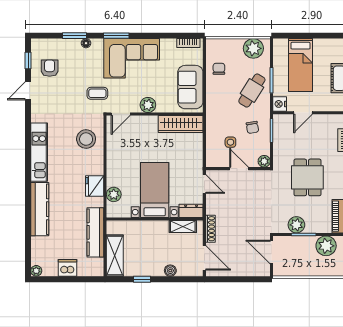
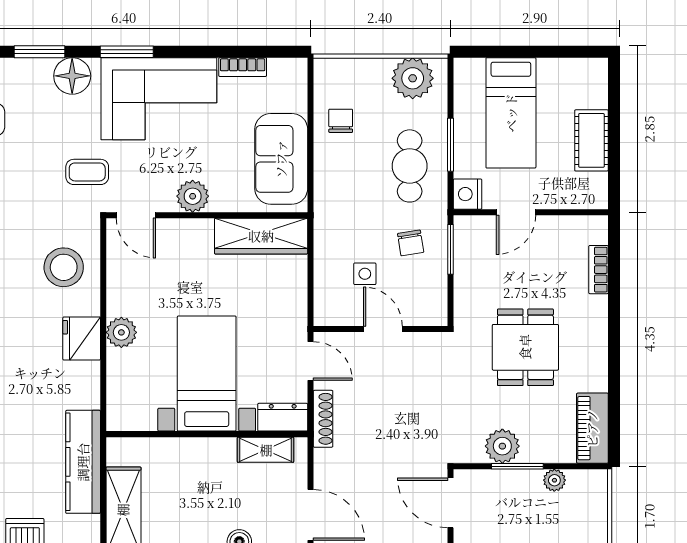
floor lamp: (86, 43) -> (72, 76), width x1.89, depth x1.89
bookcase: (188, 43) -> (243, 67), moved
cafe table: (252, 90) -> (410, 166), turned -32
door: (121, 114) -> (136, 215), hinge flipped
plant: (264, 161) -> (435, 314), removed
fridge: (95, 186) -> (82, 338), moved
plant: (114, 194) -> (121, 332), moved
shoe rack: (210, 229) -> (323, 419), moved
plant: (326, 246) -> (554, 480), width x0.53, depth x0.53

